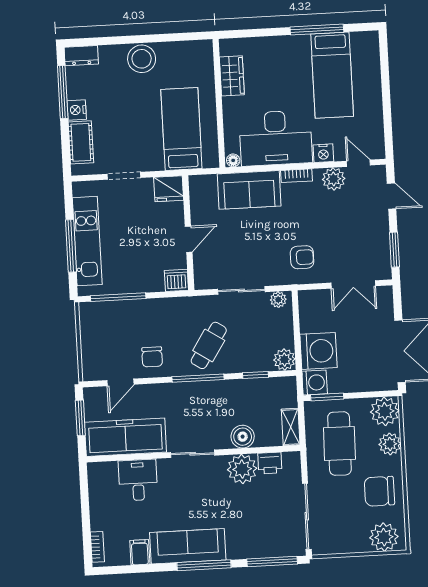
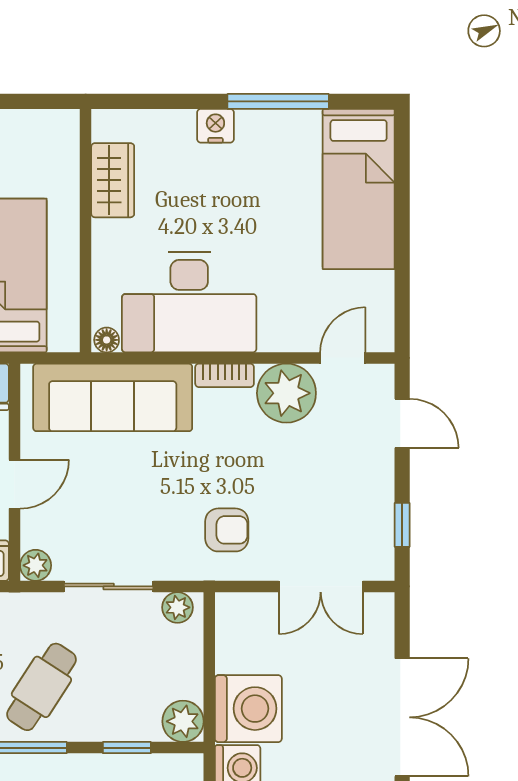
bed: (332, 75) -> (359, 189), moved
nightstand: (323, 153) -> (215, 126), moved, turned 180
door: (358, 163) -> (343, 358), hinge flipped
plant: (334, 179) -> (286, 393), width x1.36, depth x1.36
sofa: (249, 190) -> (113, 397), width x1.36
window: (394, 250) -> (402, 525), width x0.67
plant: (202, 281) -> (36, 565), added

